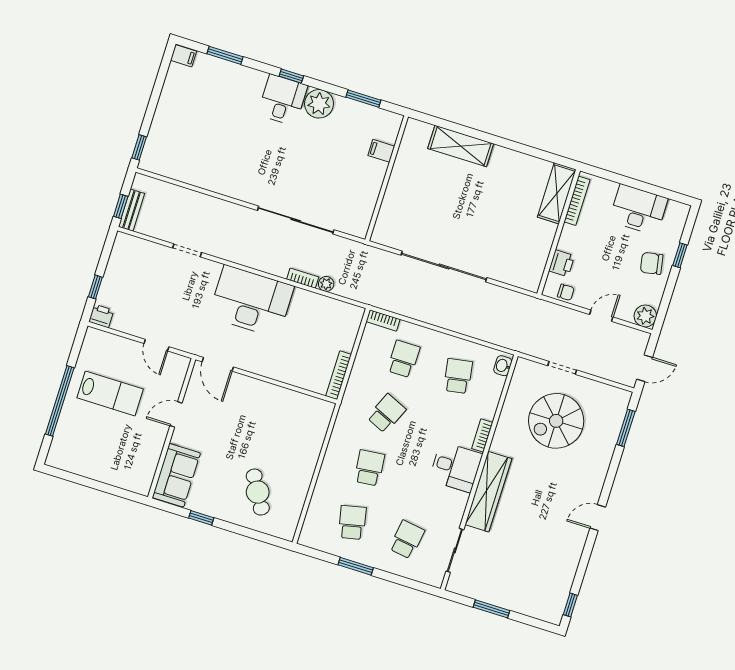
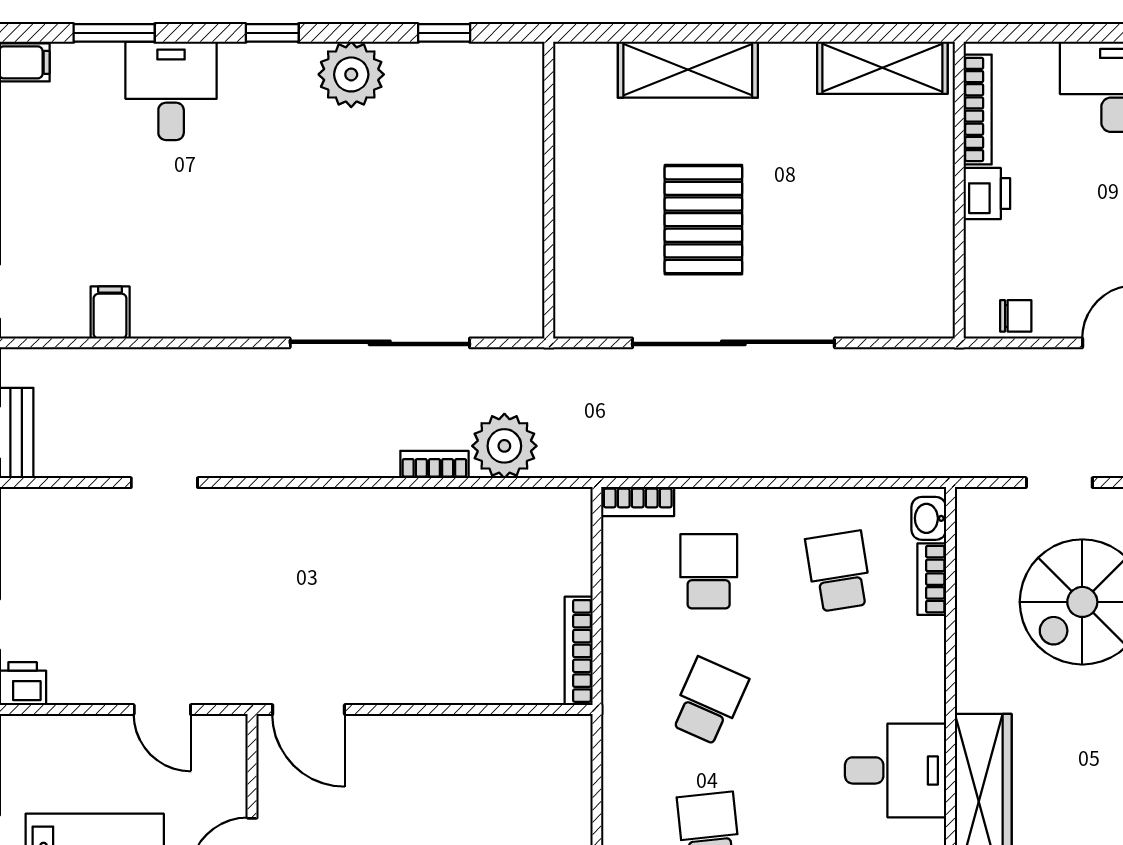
window: (363, 99) -> (444, 33), width x0.67
desk: (283, 100) -> (171, 91), moved
filing cabinet: (381, 151) -> (110, 312), moved, turned 90
shelving: (557, 193) -> (882, 68), moved, turned 90
pallet: (448, 211) -> (703, 220), added
printer: (562, 263) -> (987, 194), moved
plant: (326, 284) -> (504, 446), width x1.88, depth x1.88
desk: (251, 301) -> (338, 550), removed
bookcase: (482, 436) -> (932, 579), moved

